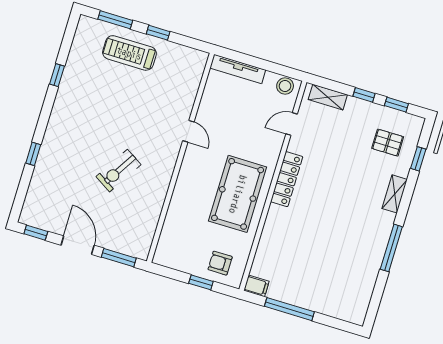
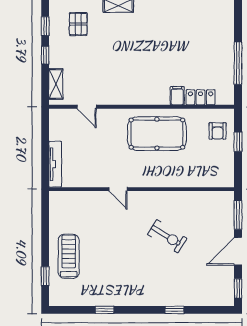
window: (115, 20) -> (45, 276), width x0.67
window: (158, 33) -> (45, 238), removed
treadmill: (129, 53) -> (69, 256), turned 180
stool: (285, 86) -> (57, 122), removed
door: (188, 131) -> (118, 189), swing flipped
locker: (287, 179) -> (201, 97), moved, width x0.66
filing cabinet: (256, 286) -> (177, 96), moved

